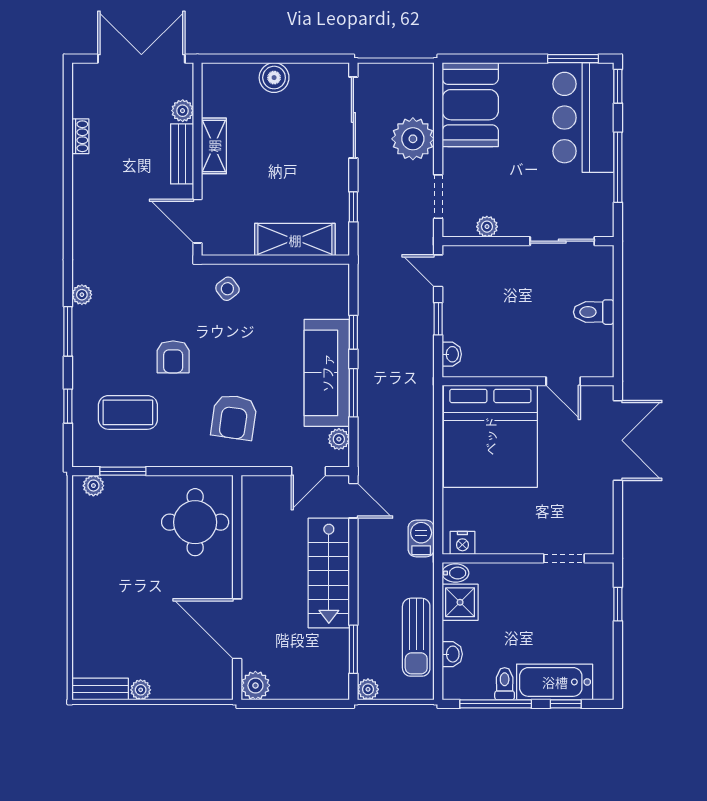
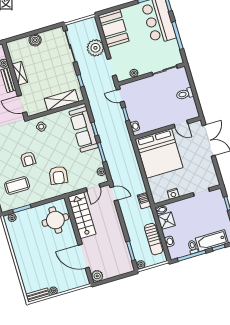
sofa: (327, 373) -> (84, 129), moved
nightstand: (462, 543) -> (173, 194), moved
stairs: (329, 573) -> (82, 215), moved, turned 180

